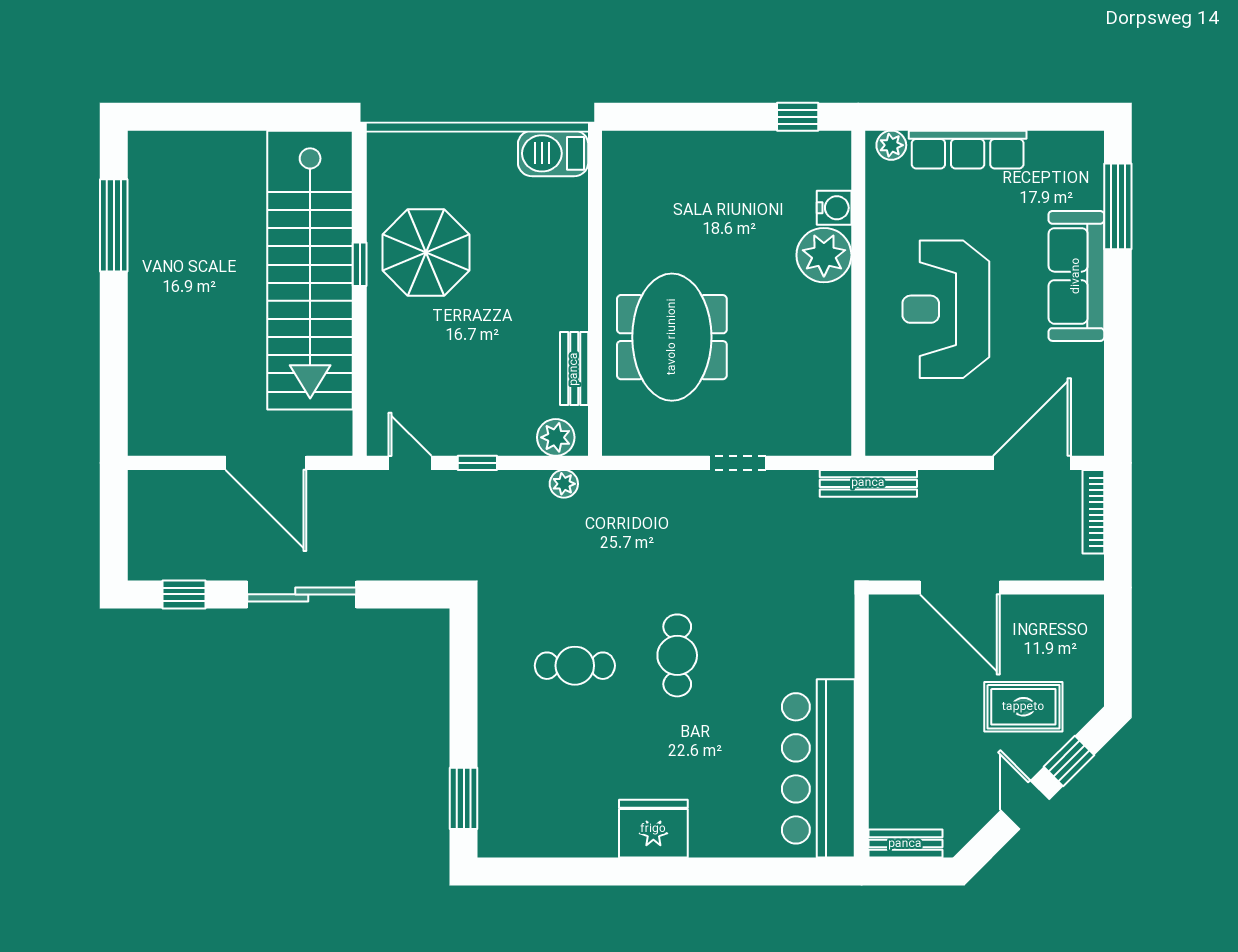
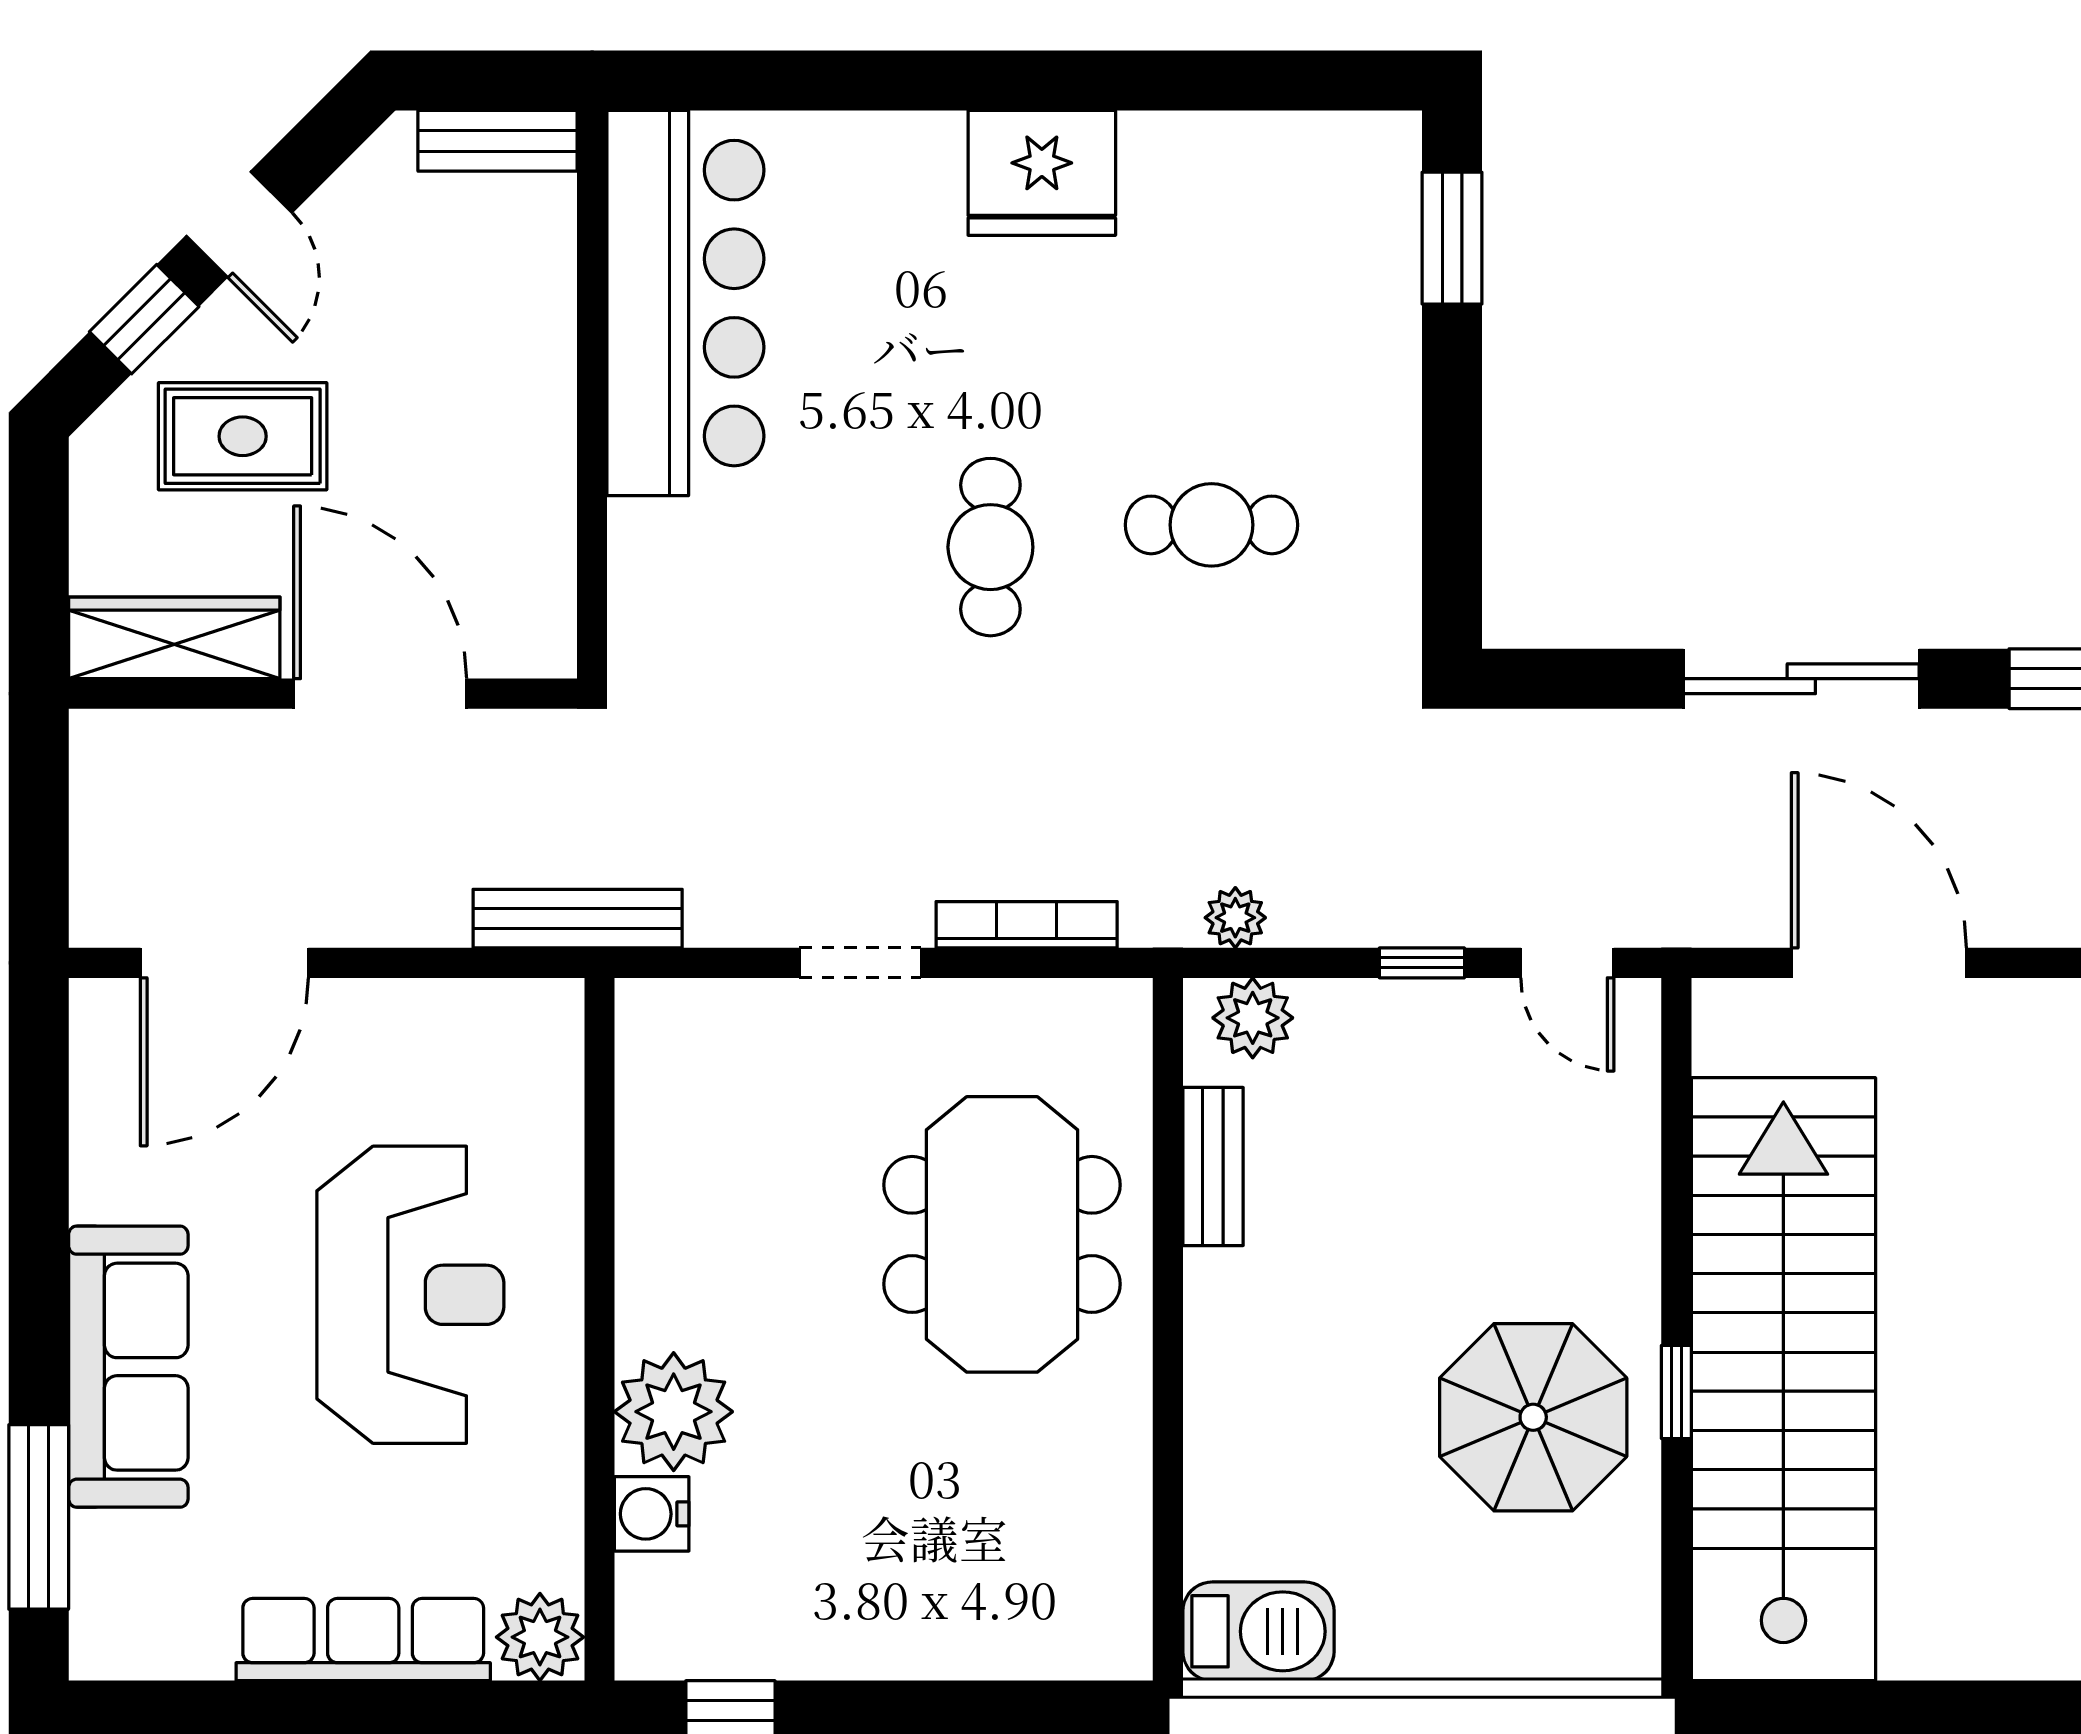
plant: (891, 145) -> (540, 1637), width x1.38, depth x1.38
bookcase: (1093, 512) -> (1027, 925), moved, turned -90
wardrobe: (1055, 613) -> (174, 638), added

